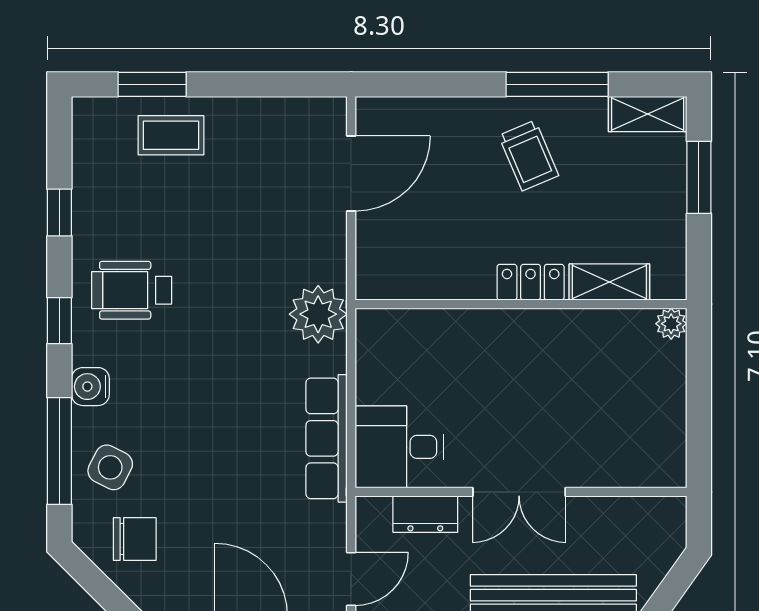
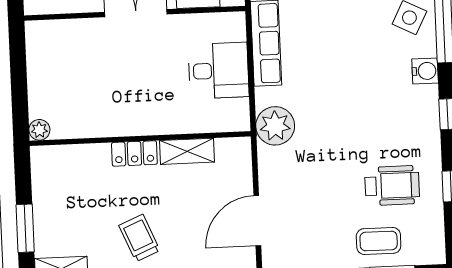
shelving: (609, 282) -> (187, 151), moved
wheelchair: (132, 290) -> (392, 186), moved
desk: (399, 447) -> (218, 71), moved

